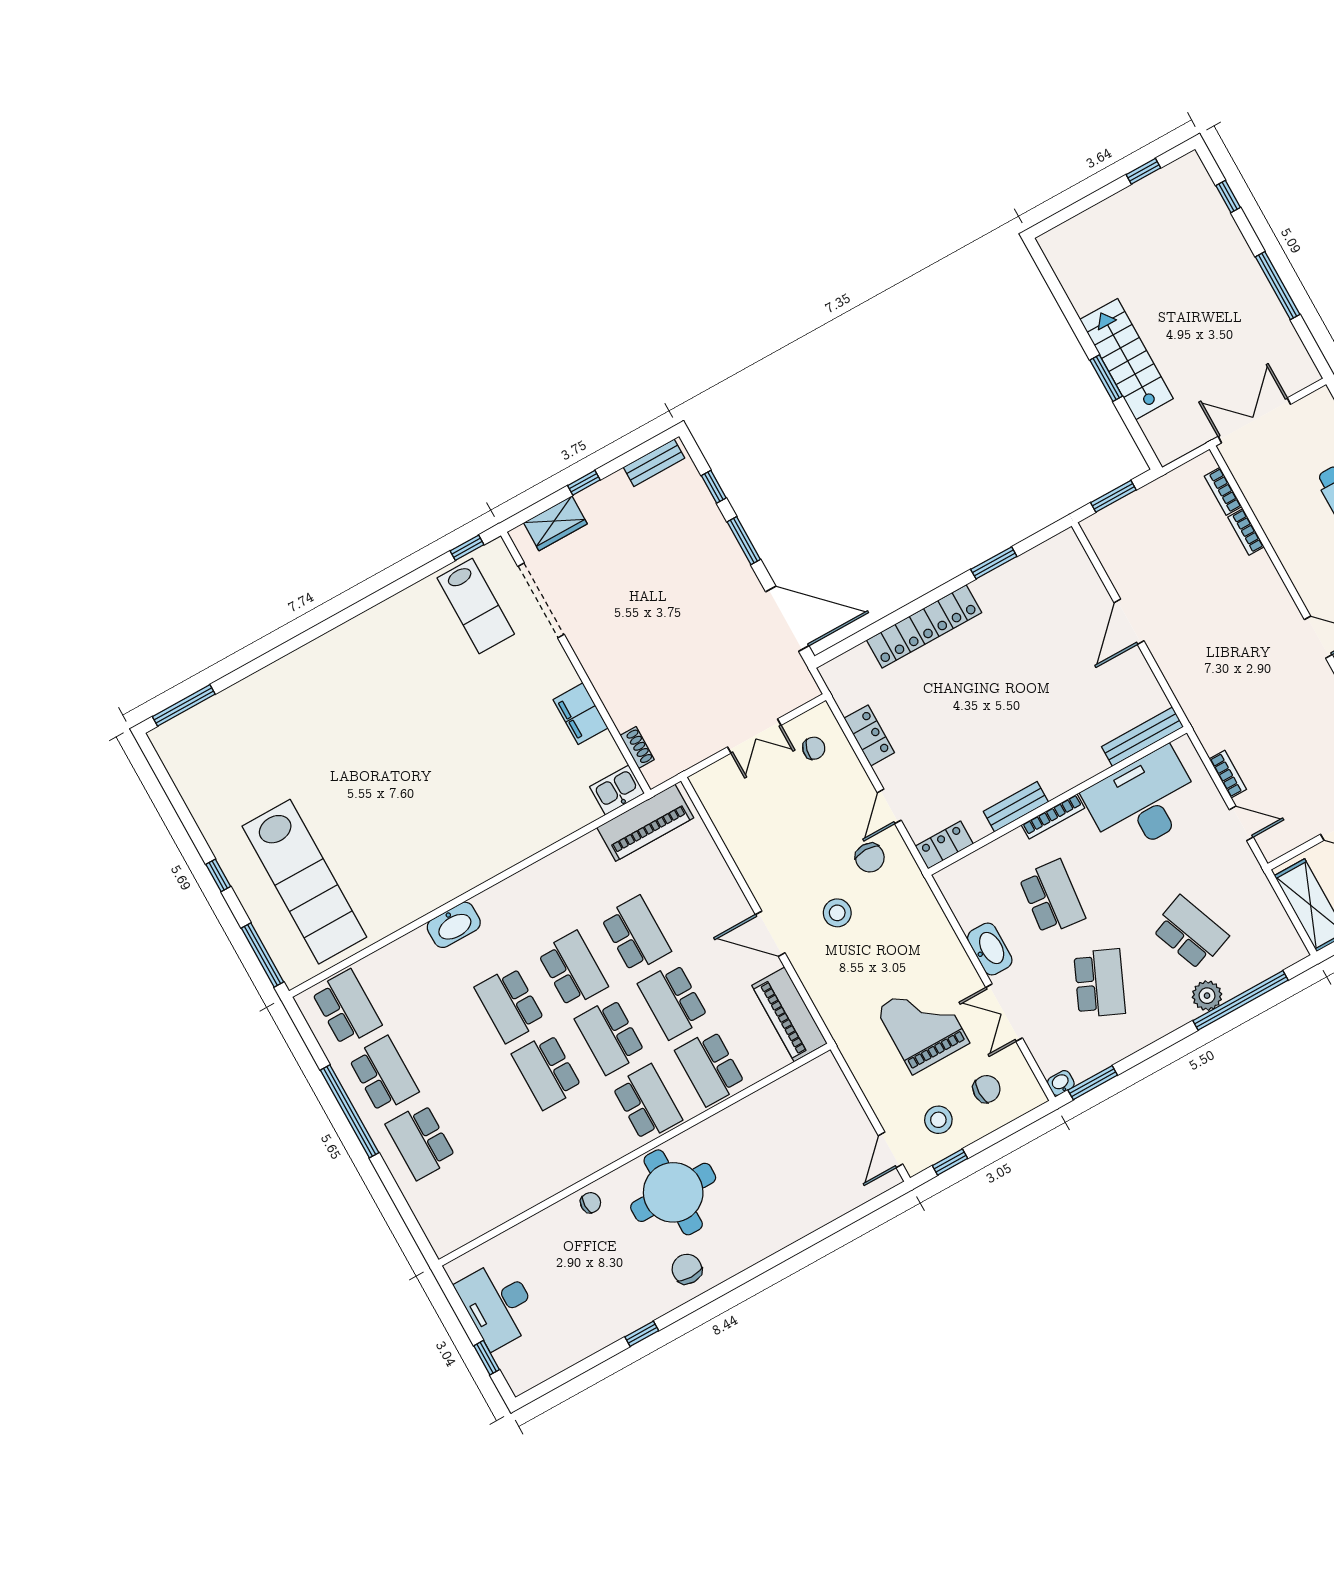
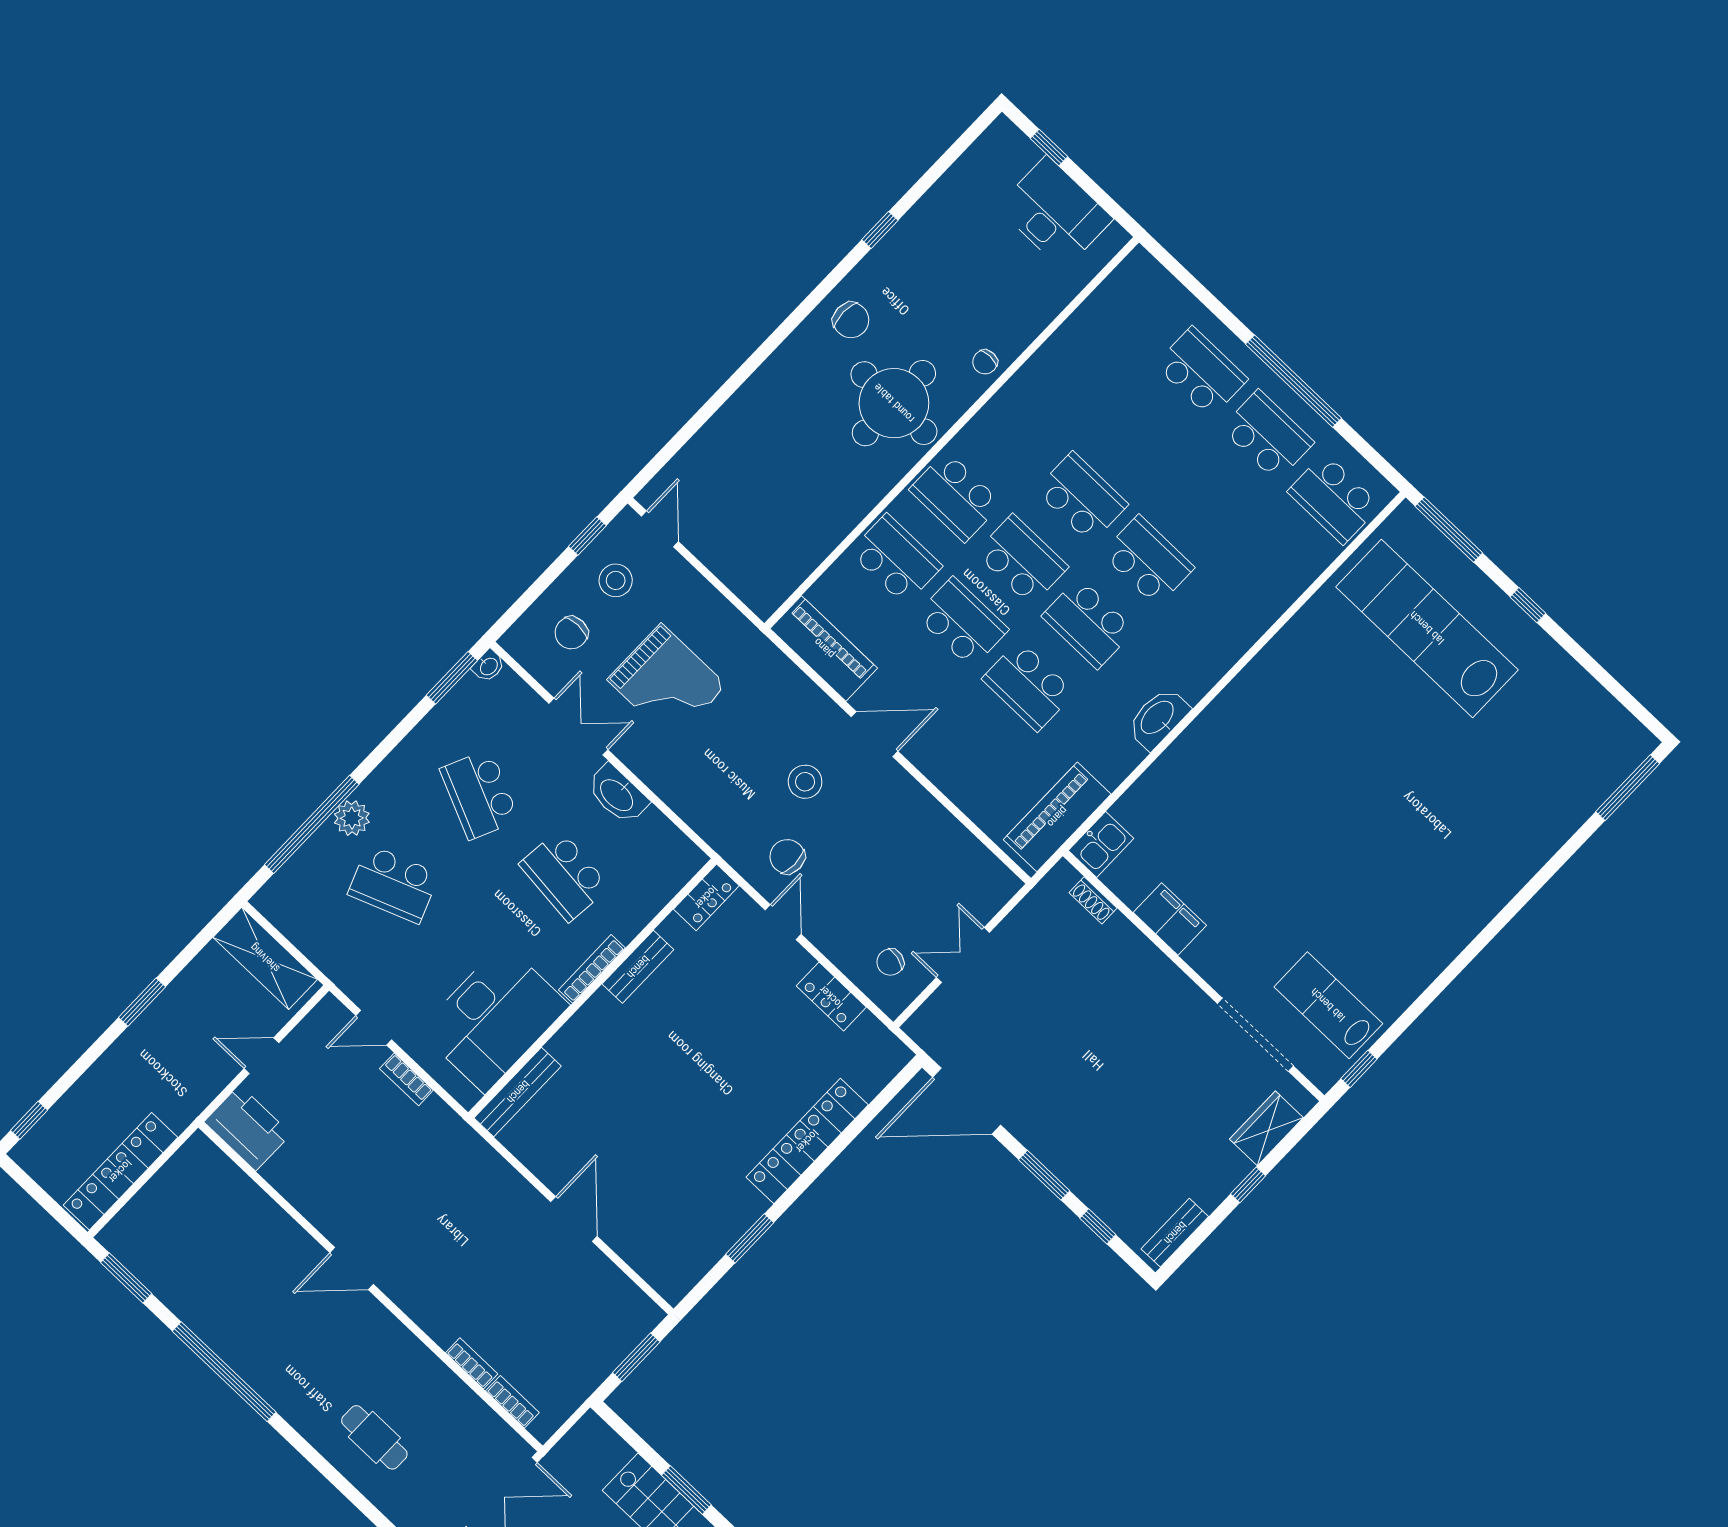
washbasin: (454, 925) -> (1158, 718), moved
school desk: (384, 1075) -> (1268, 435), turned 180

